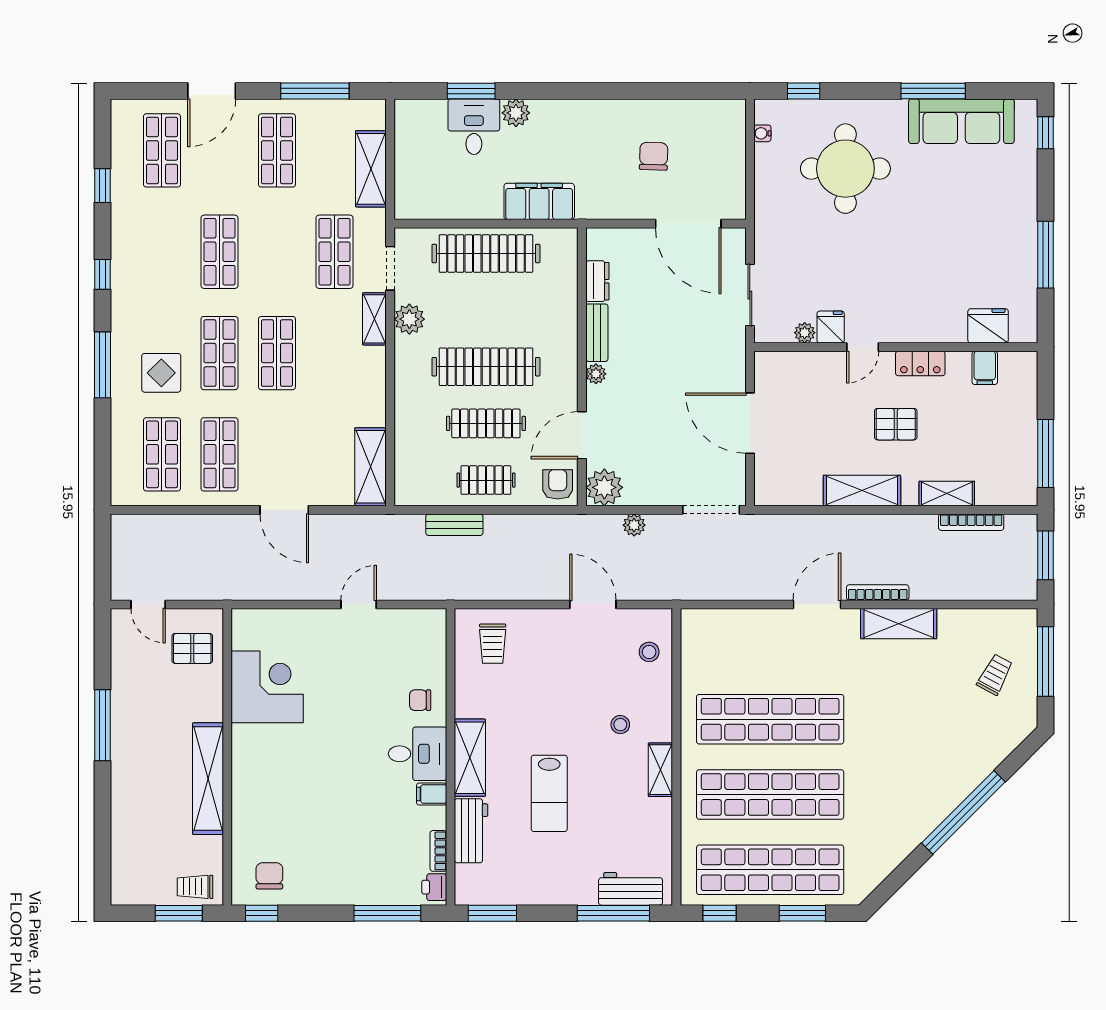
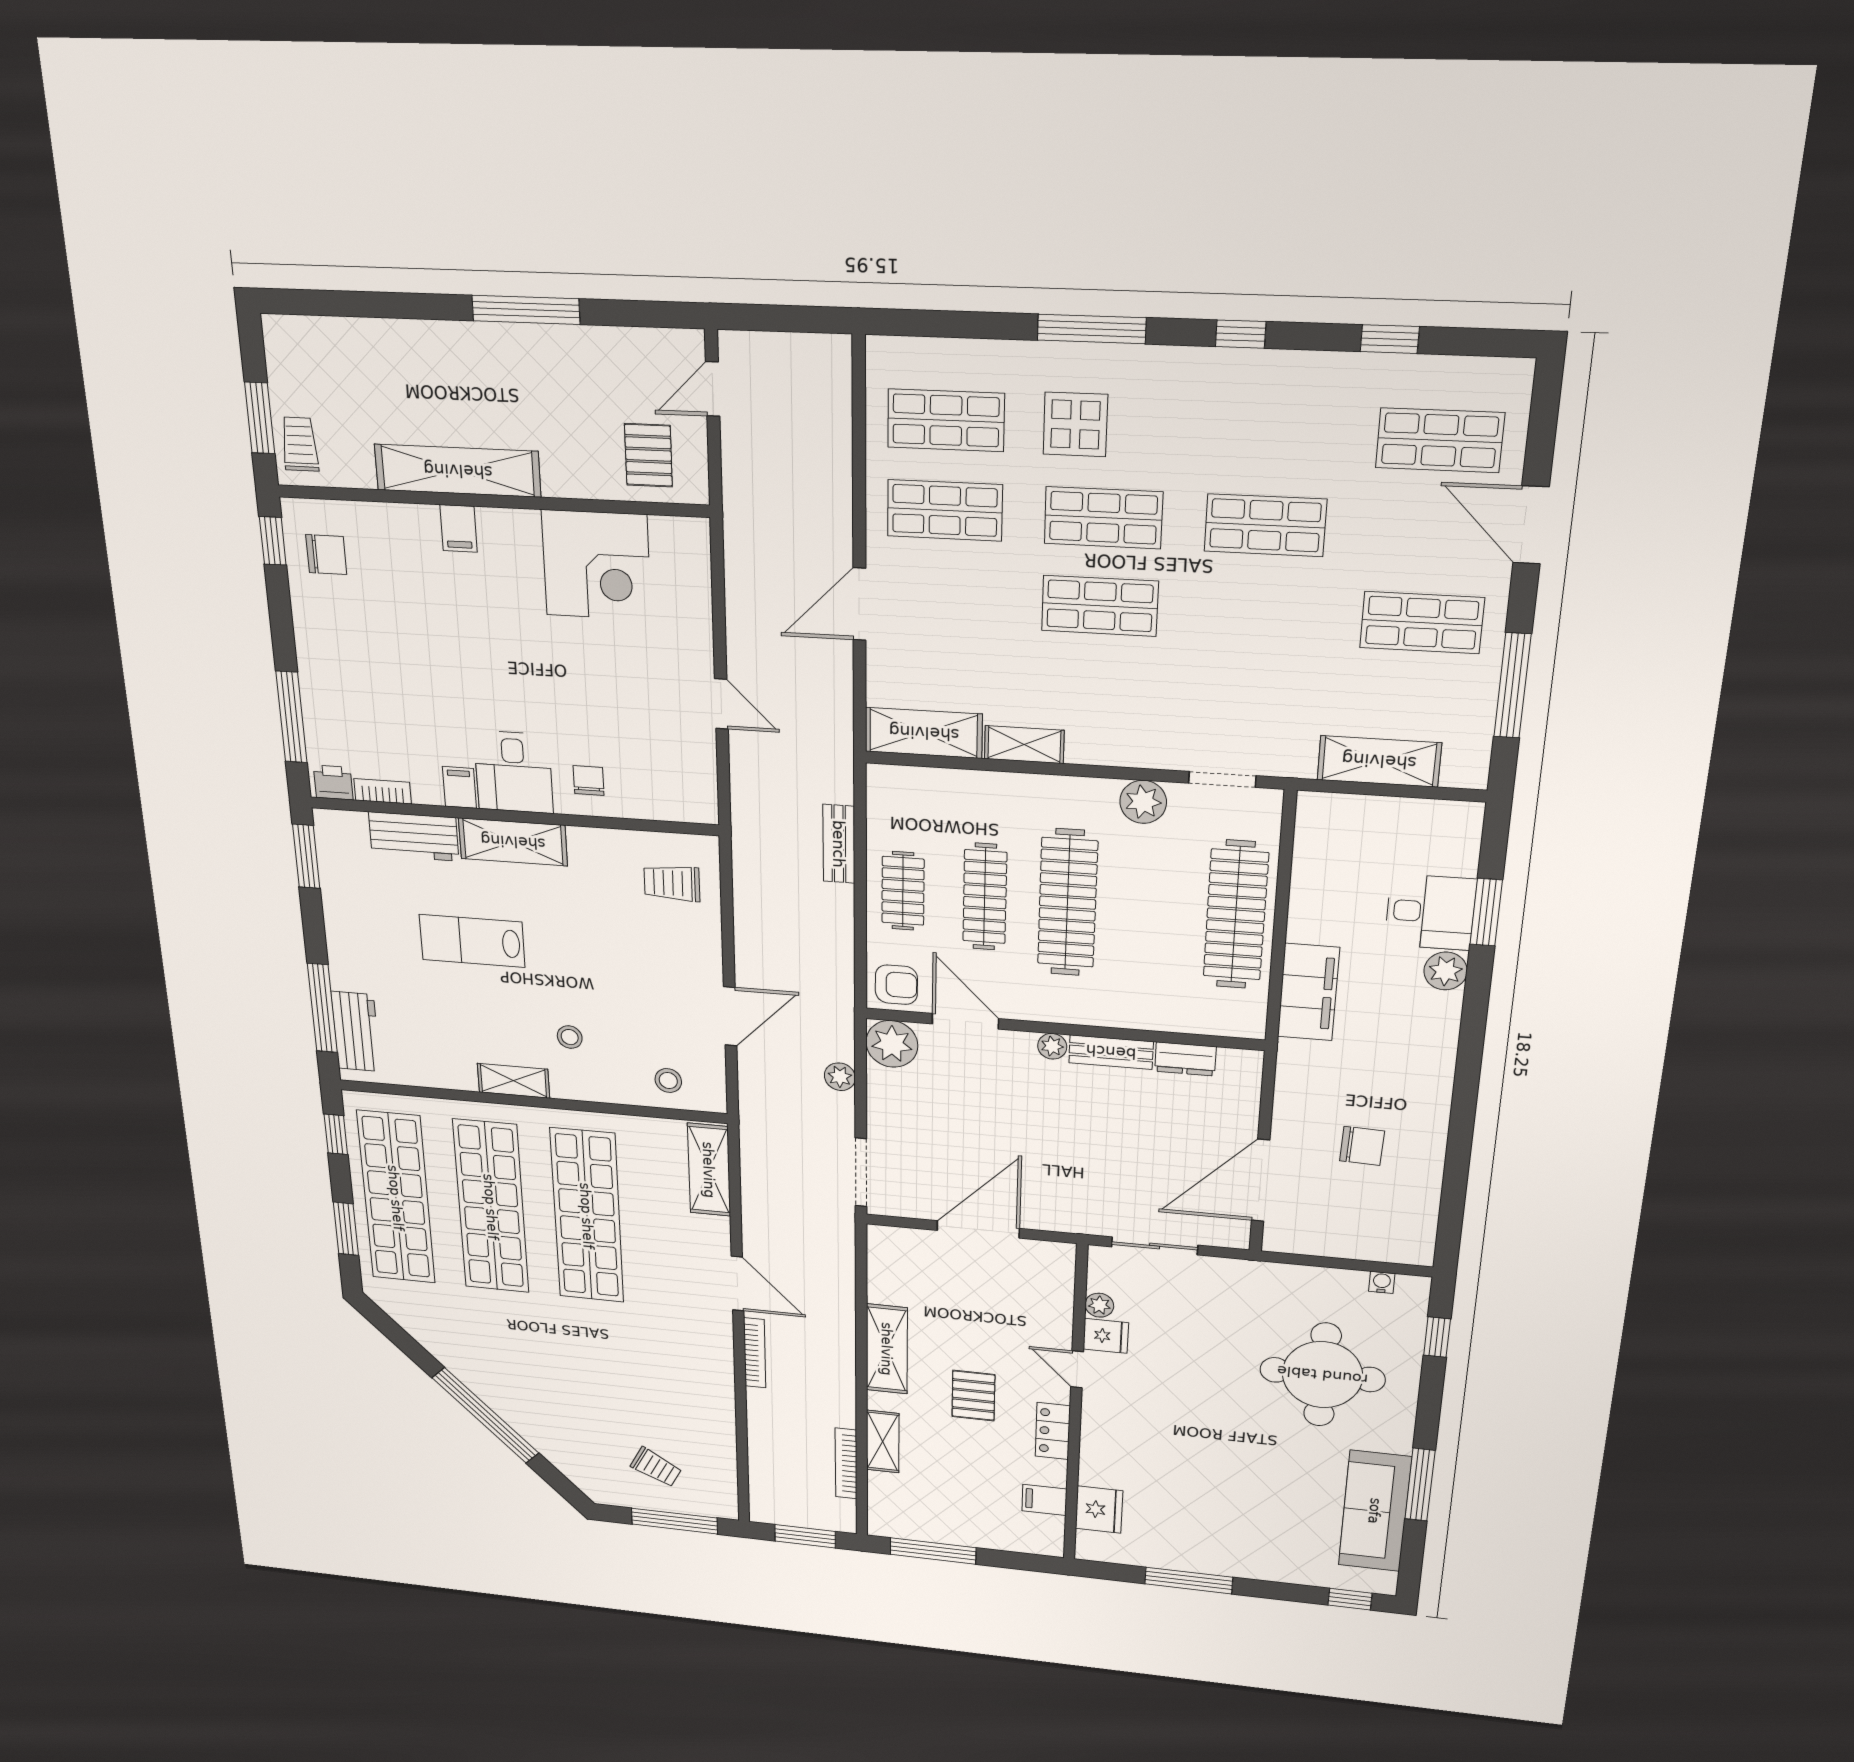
shop shelf: (334, 252) -> (1253, 700), removed
shelving: (374, 319) -> (1024, 745), moved
shelving: (899, 624) -> (709, 1170), moved
filing cabinet: (247, 781) -> (459, 528), added

